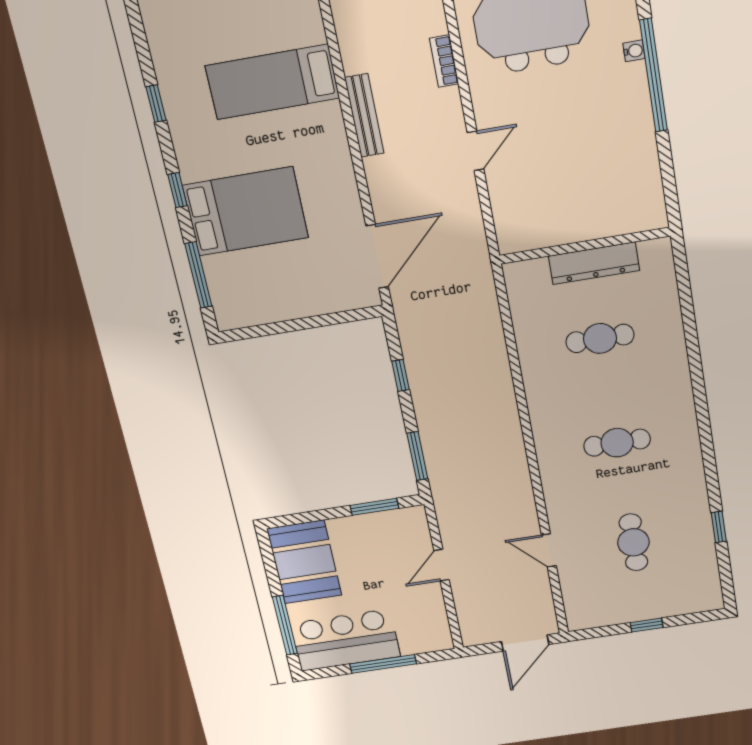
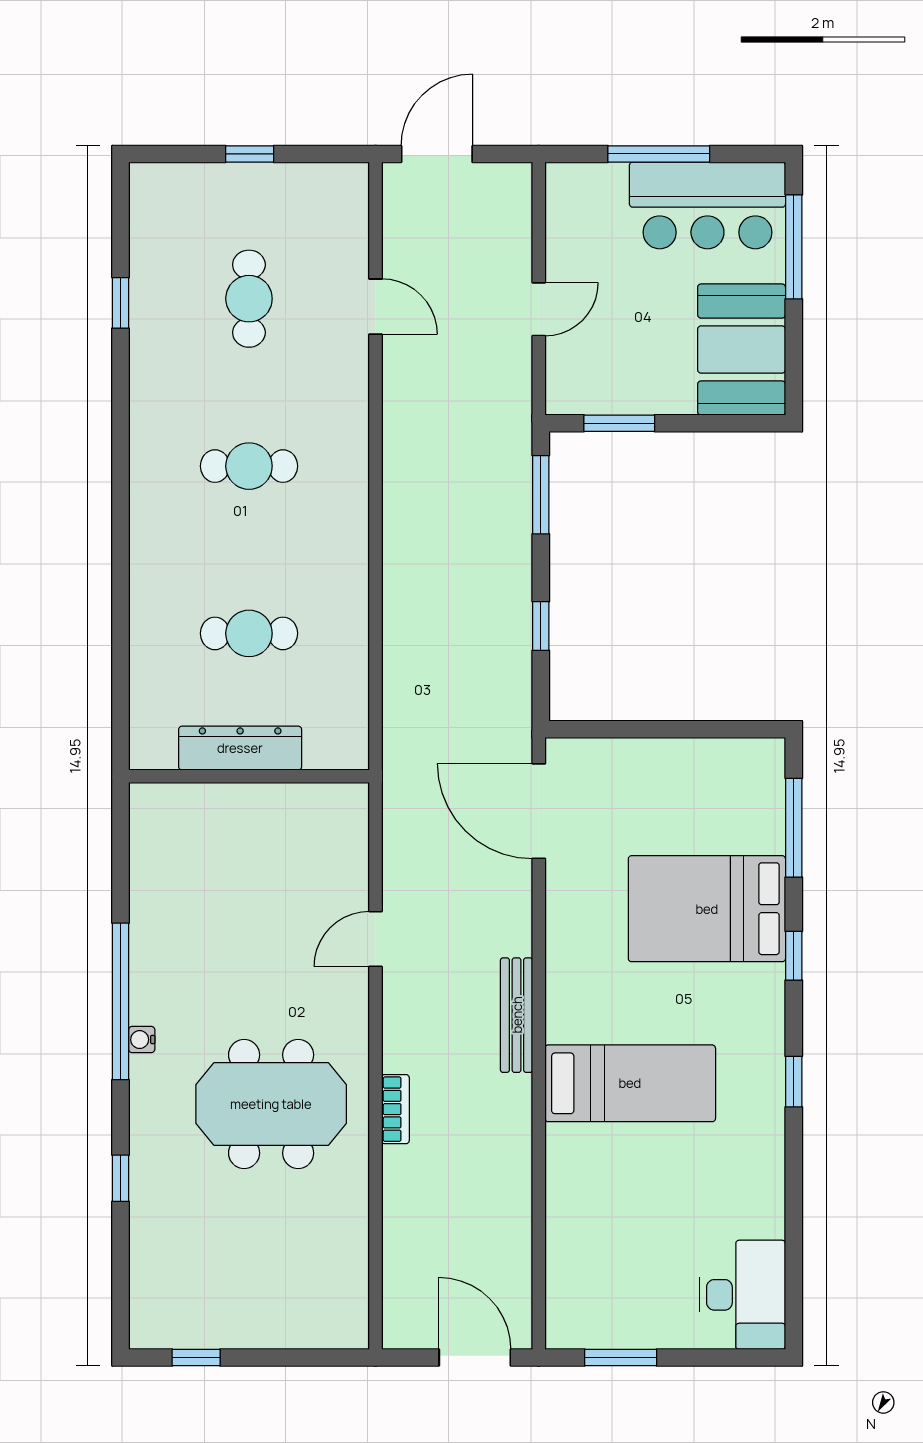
bookcase: (444, 61) -> (395, 1109), moved
door: (377, 256) -> (539, 811), hinge flipped

